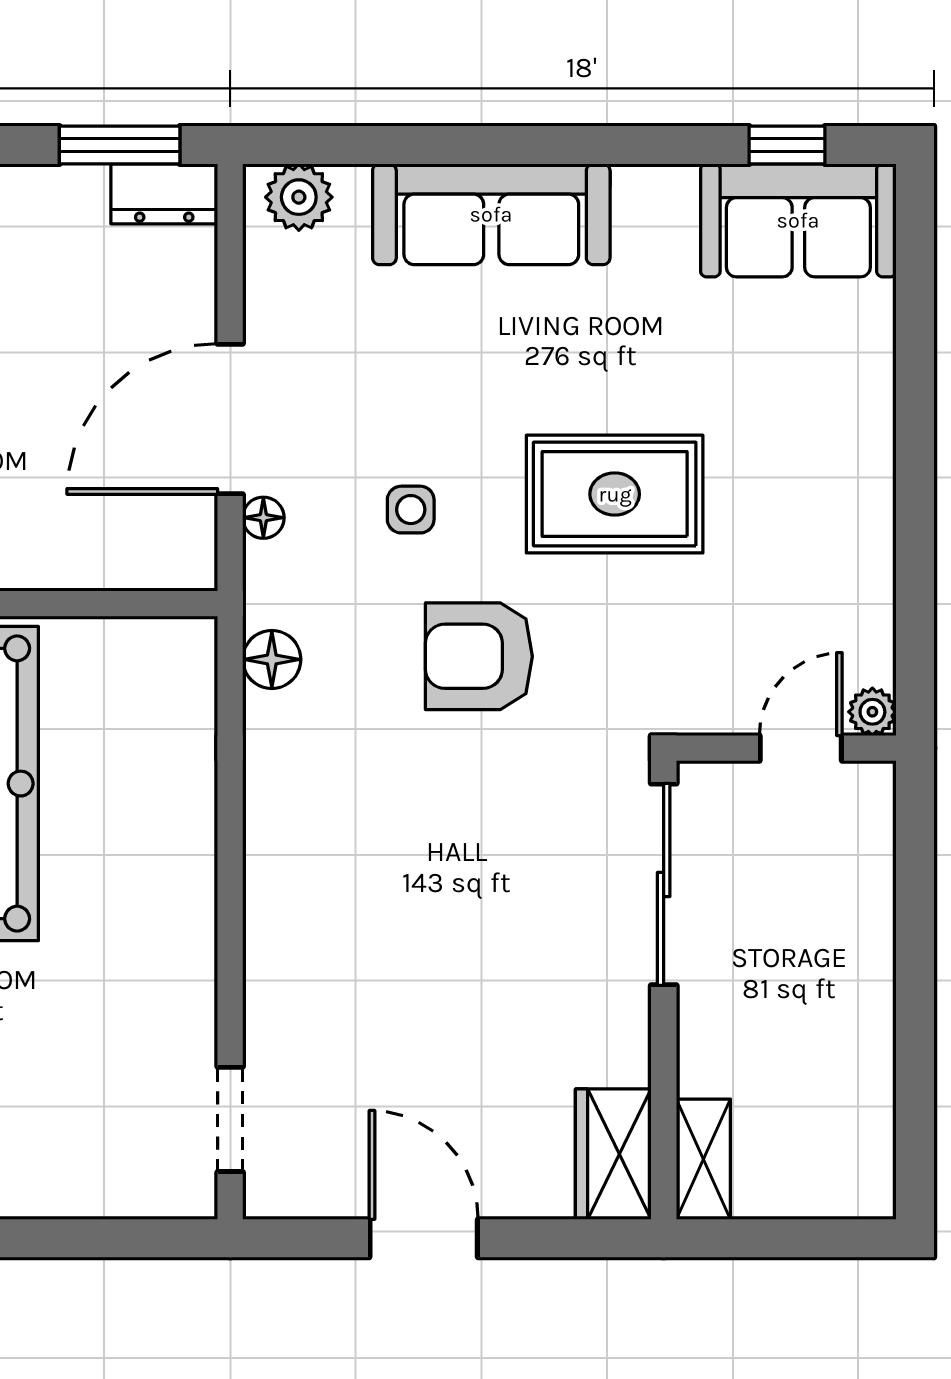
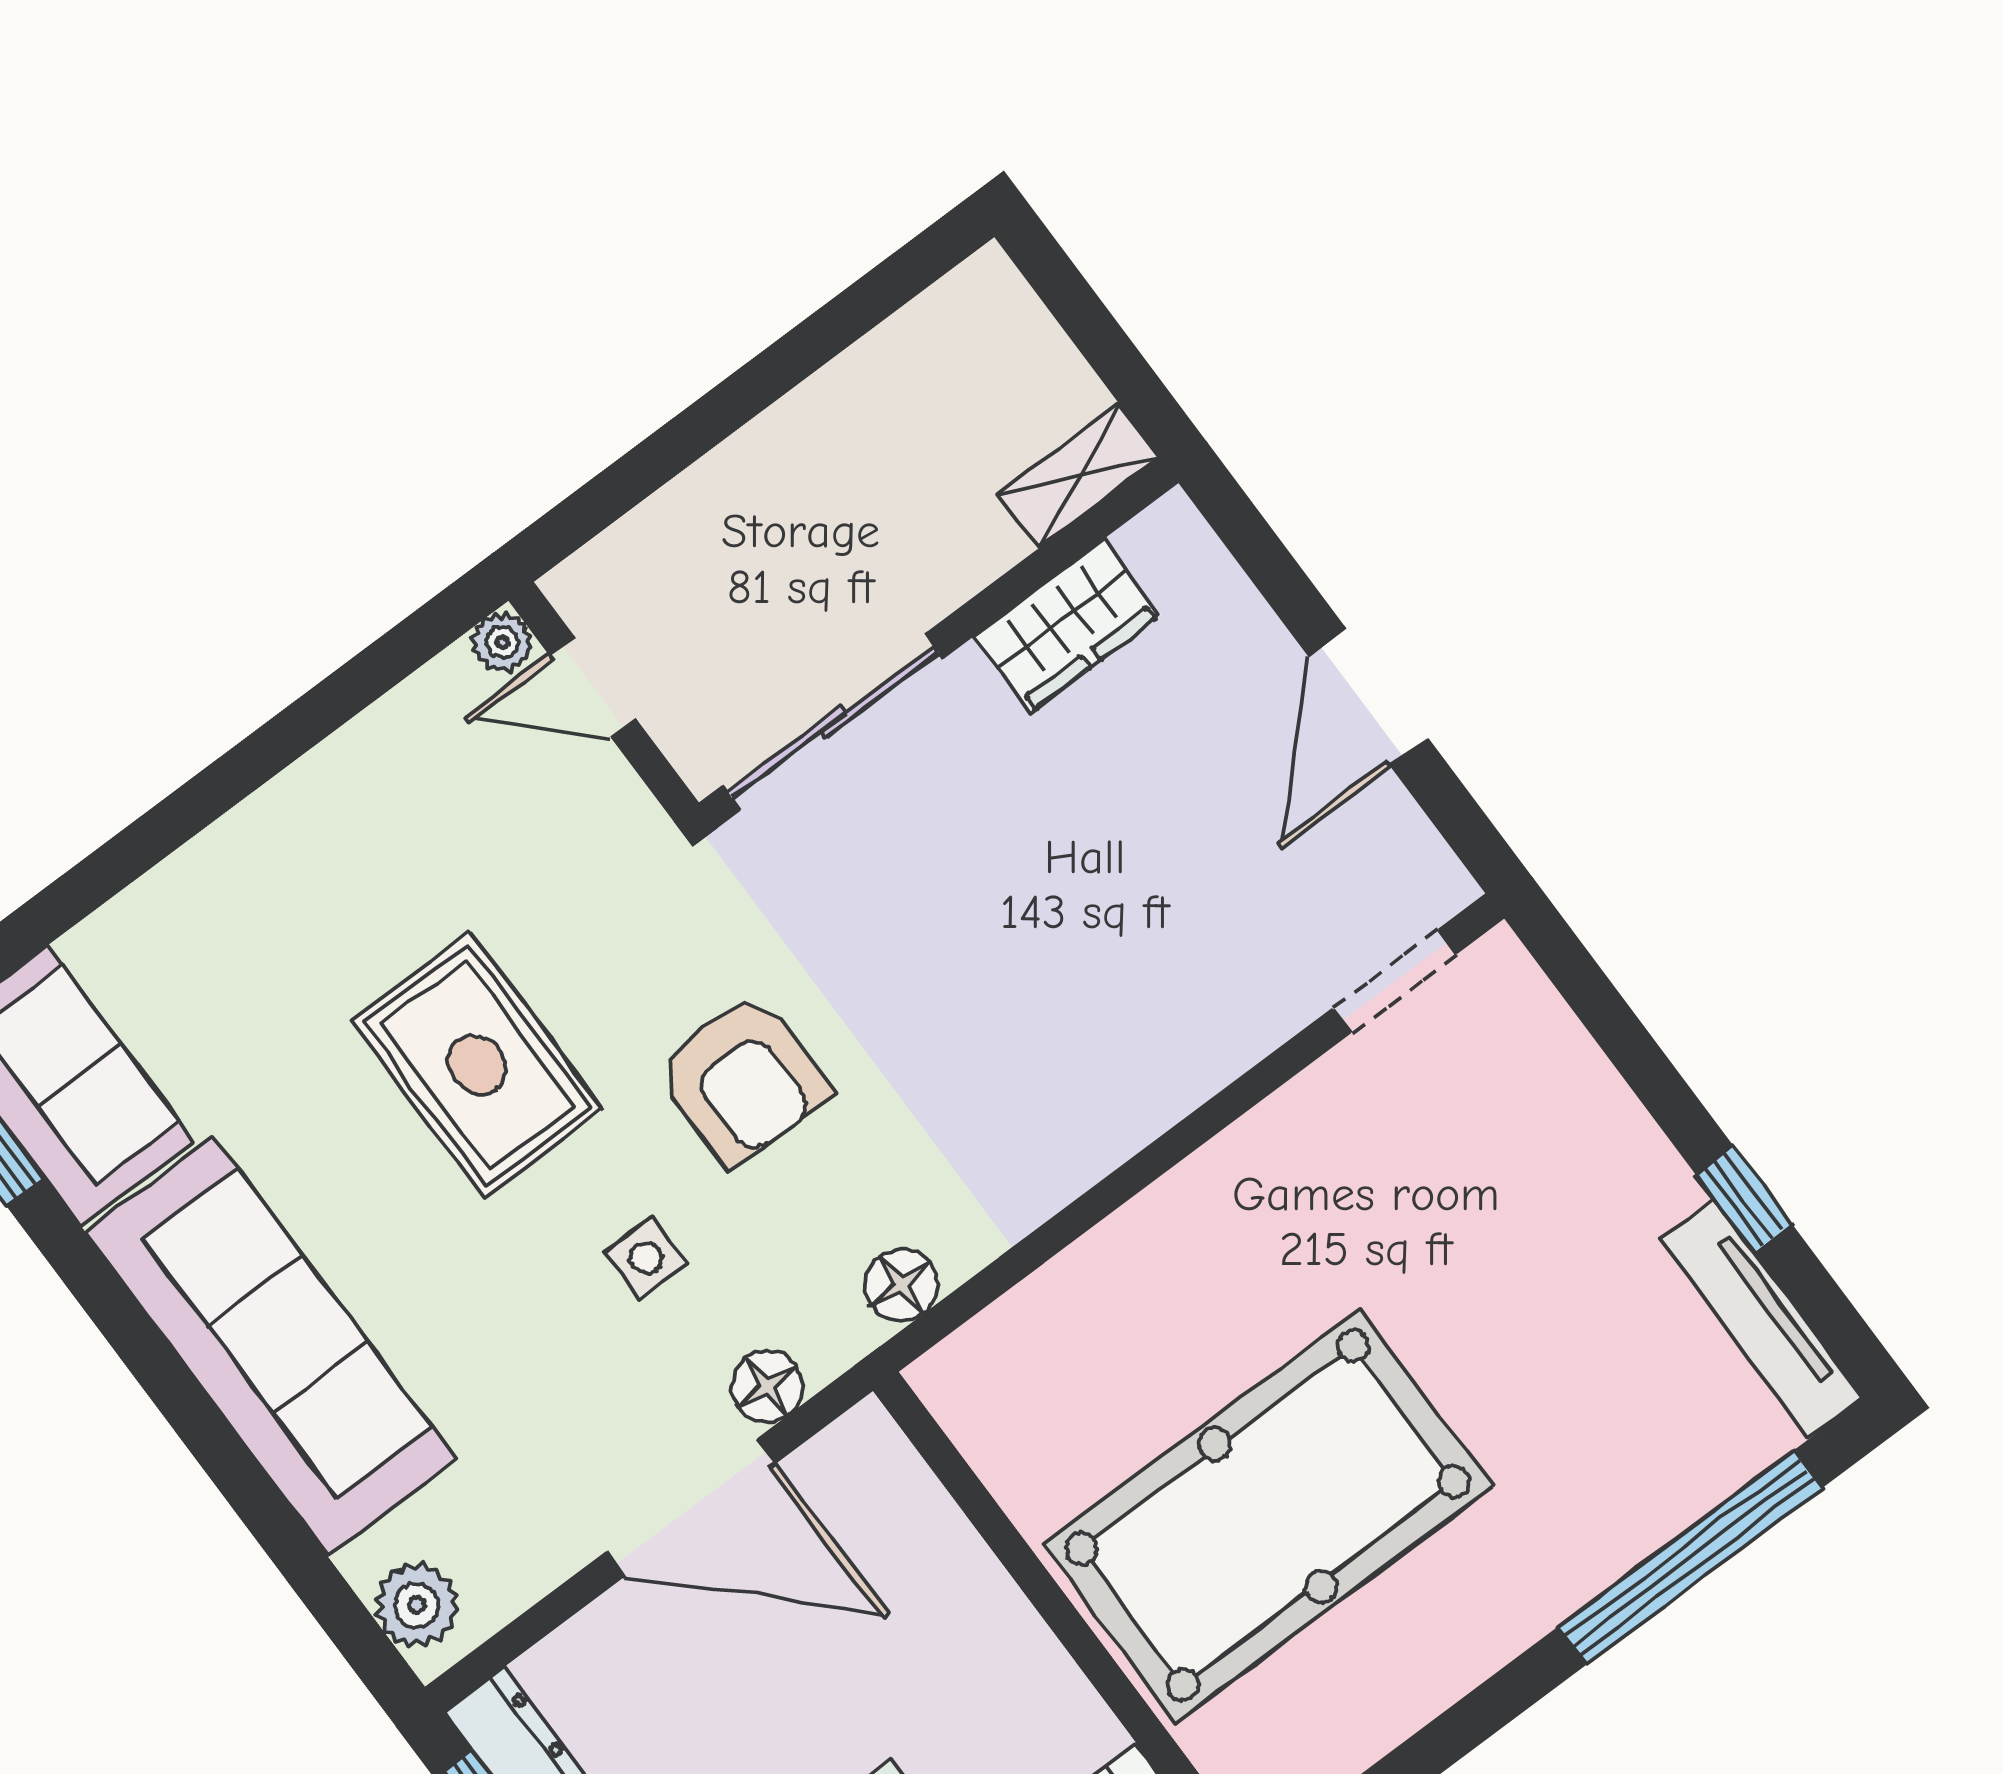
sofa: (491, 214) -> (271, 1346), width x1.36, depth x1.27
floor lamp: (263, 518) -> (767, 1386), width x1.37, depth x1.37
wardrobe: (613, 1154) -> (1067, 626), moved

